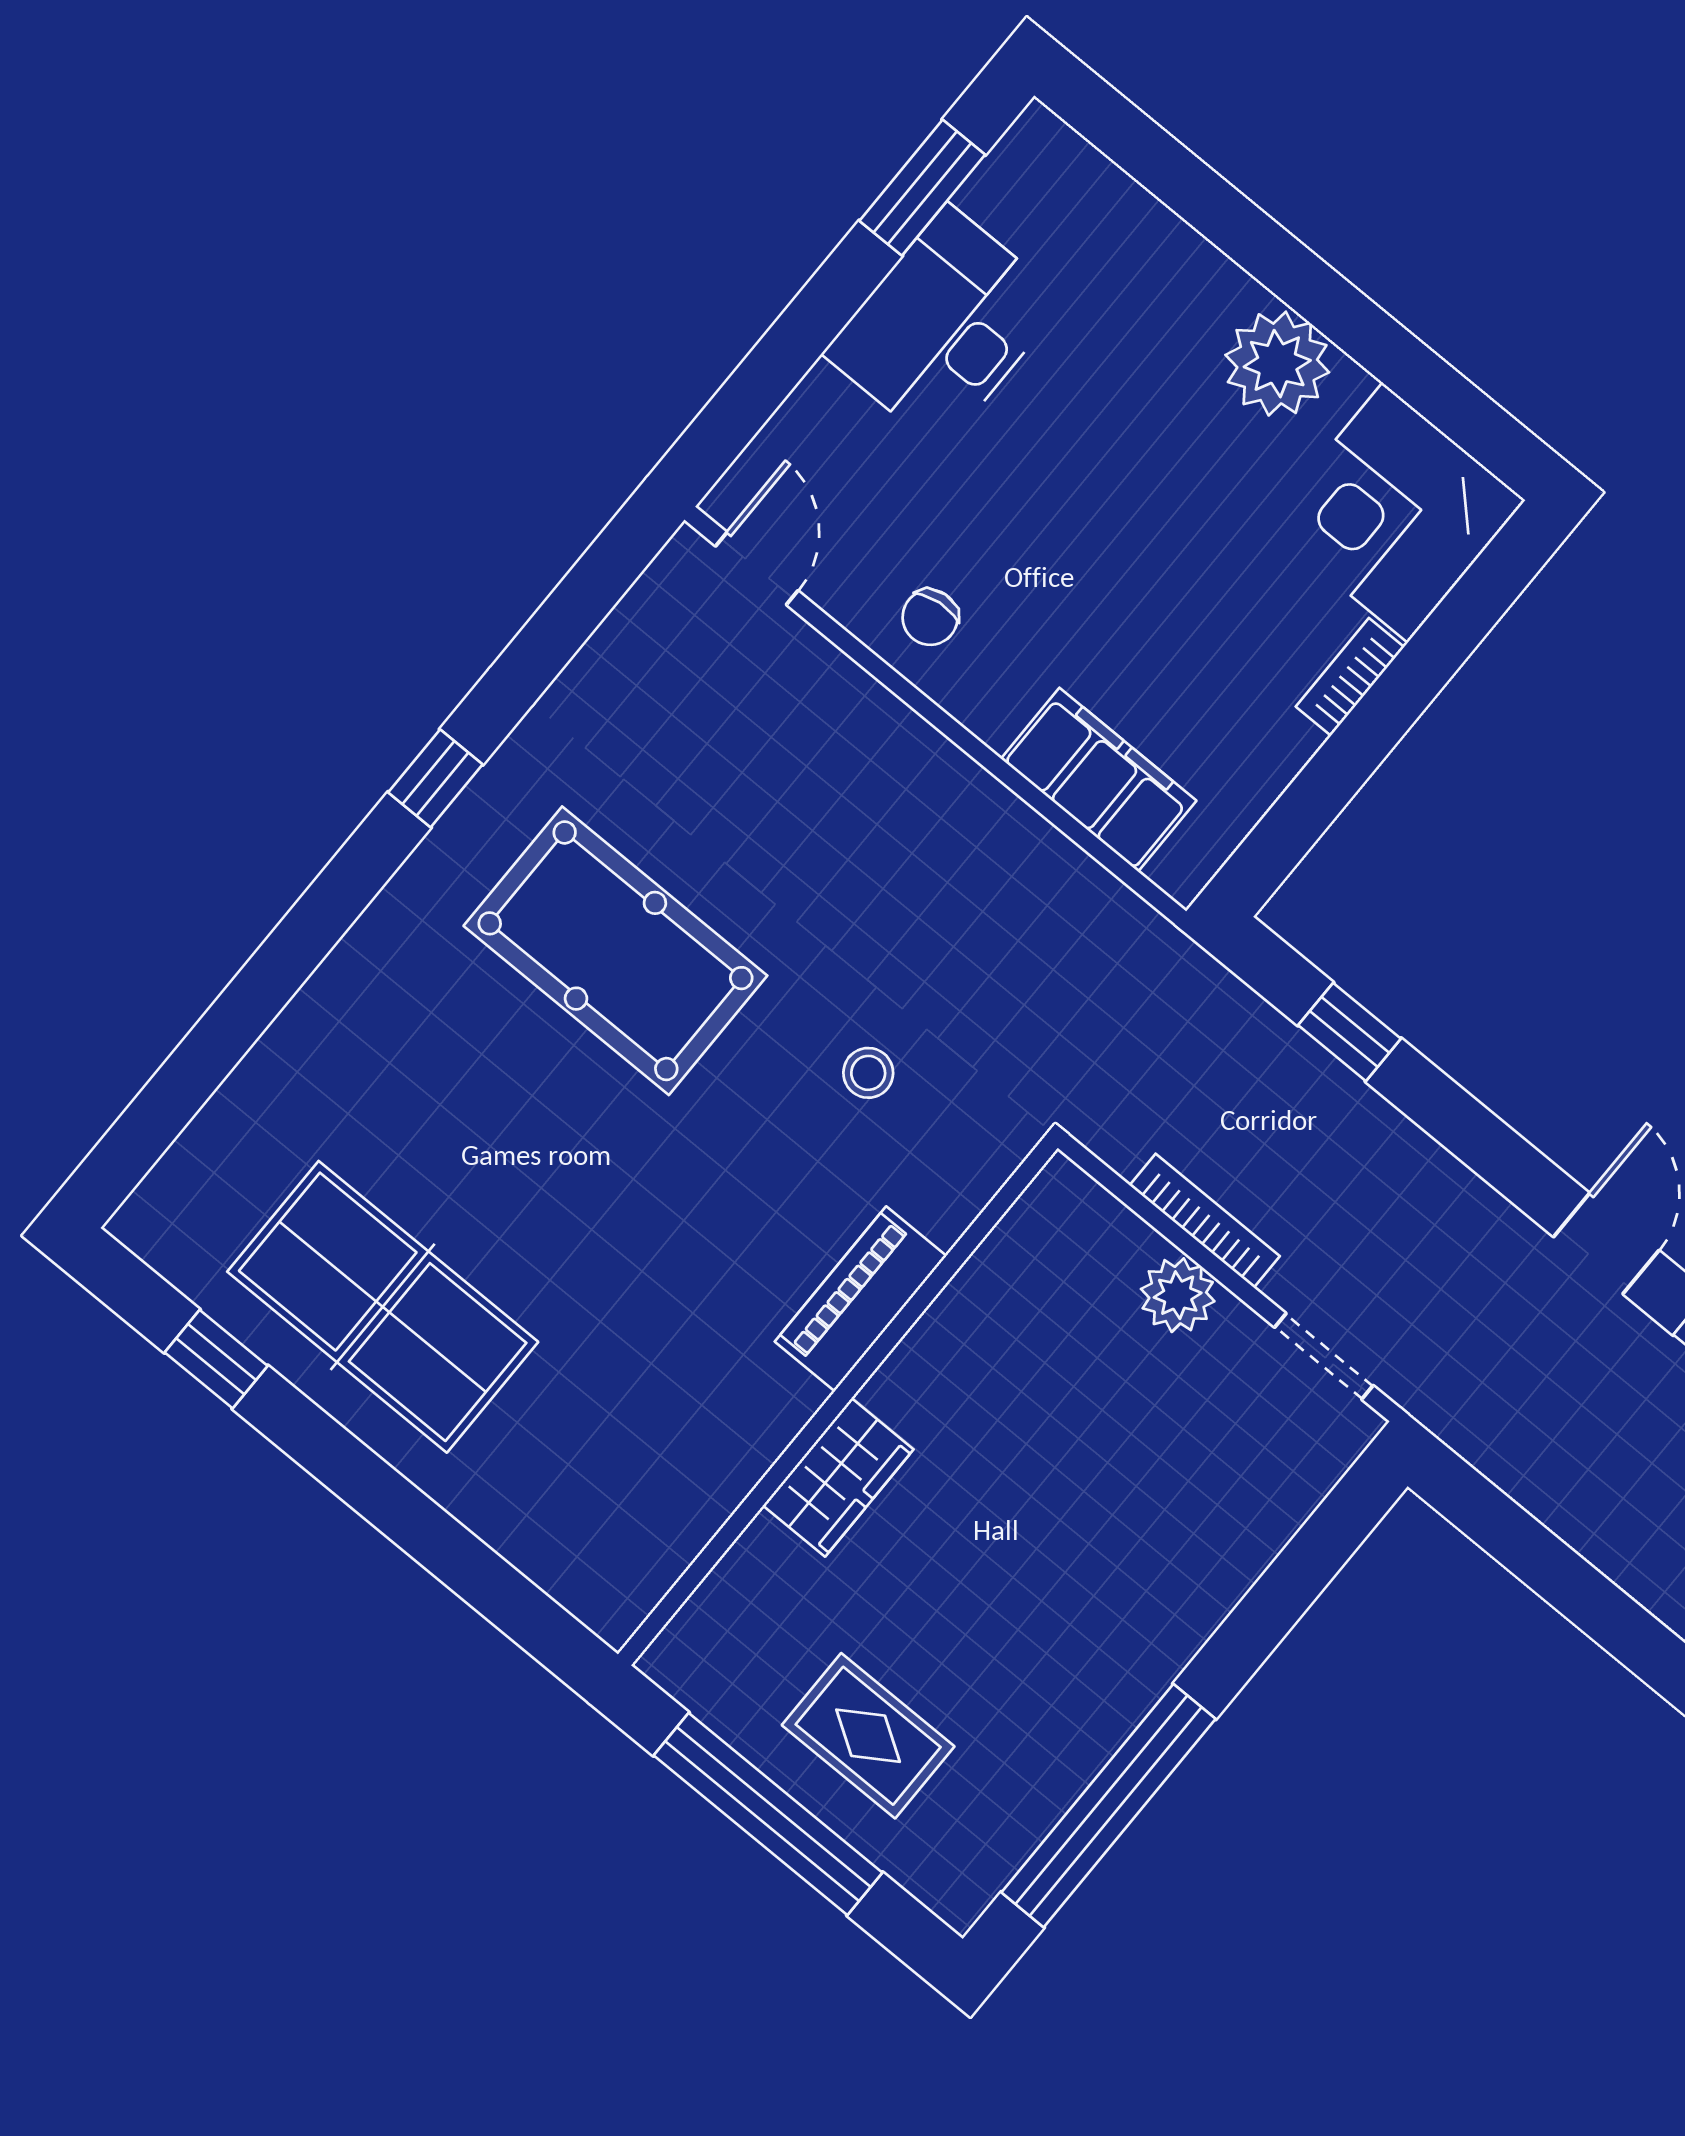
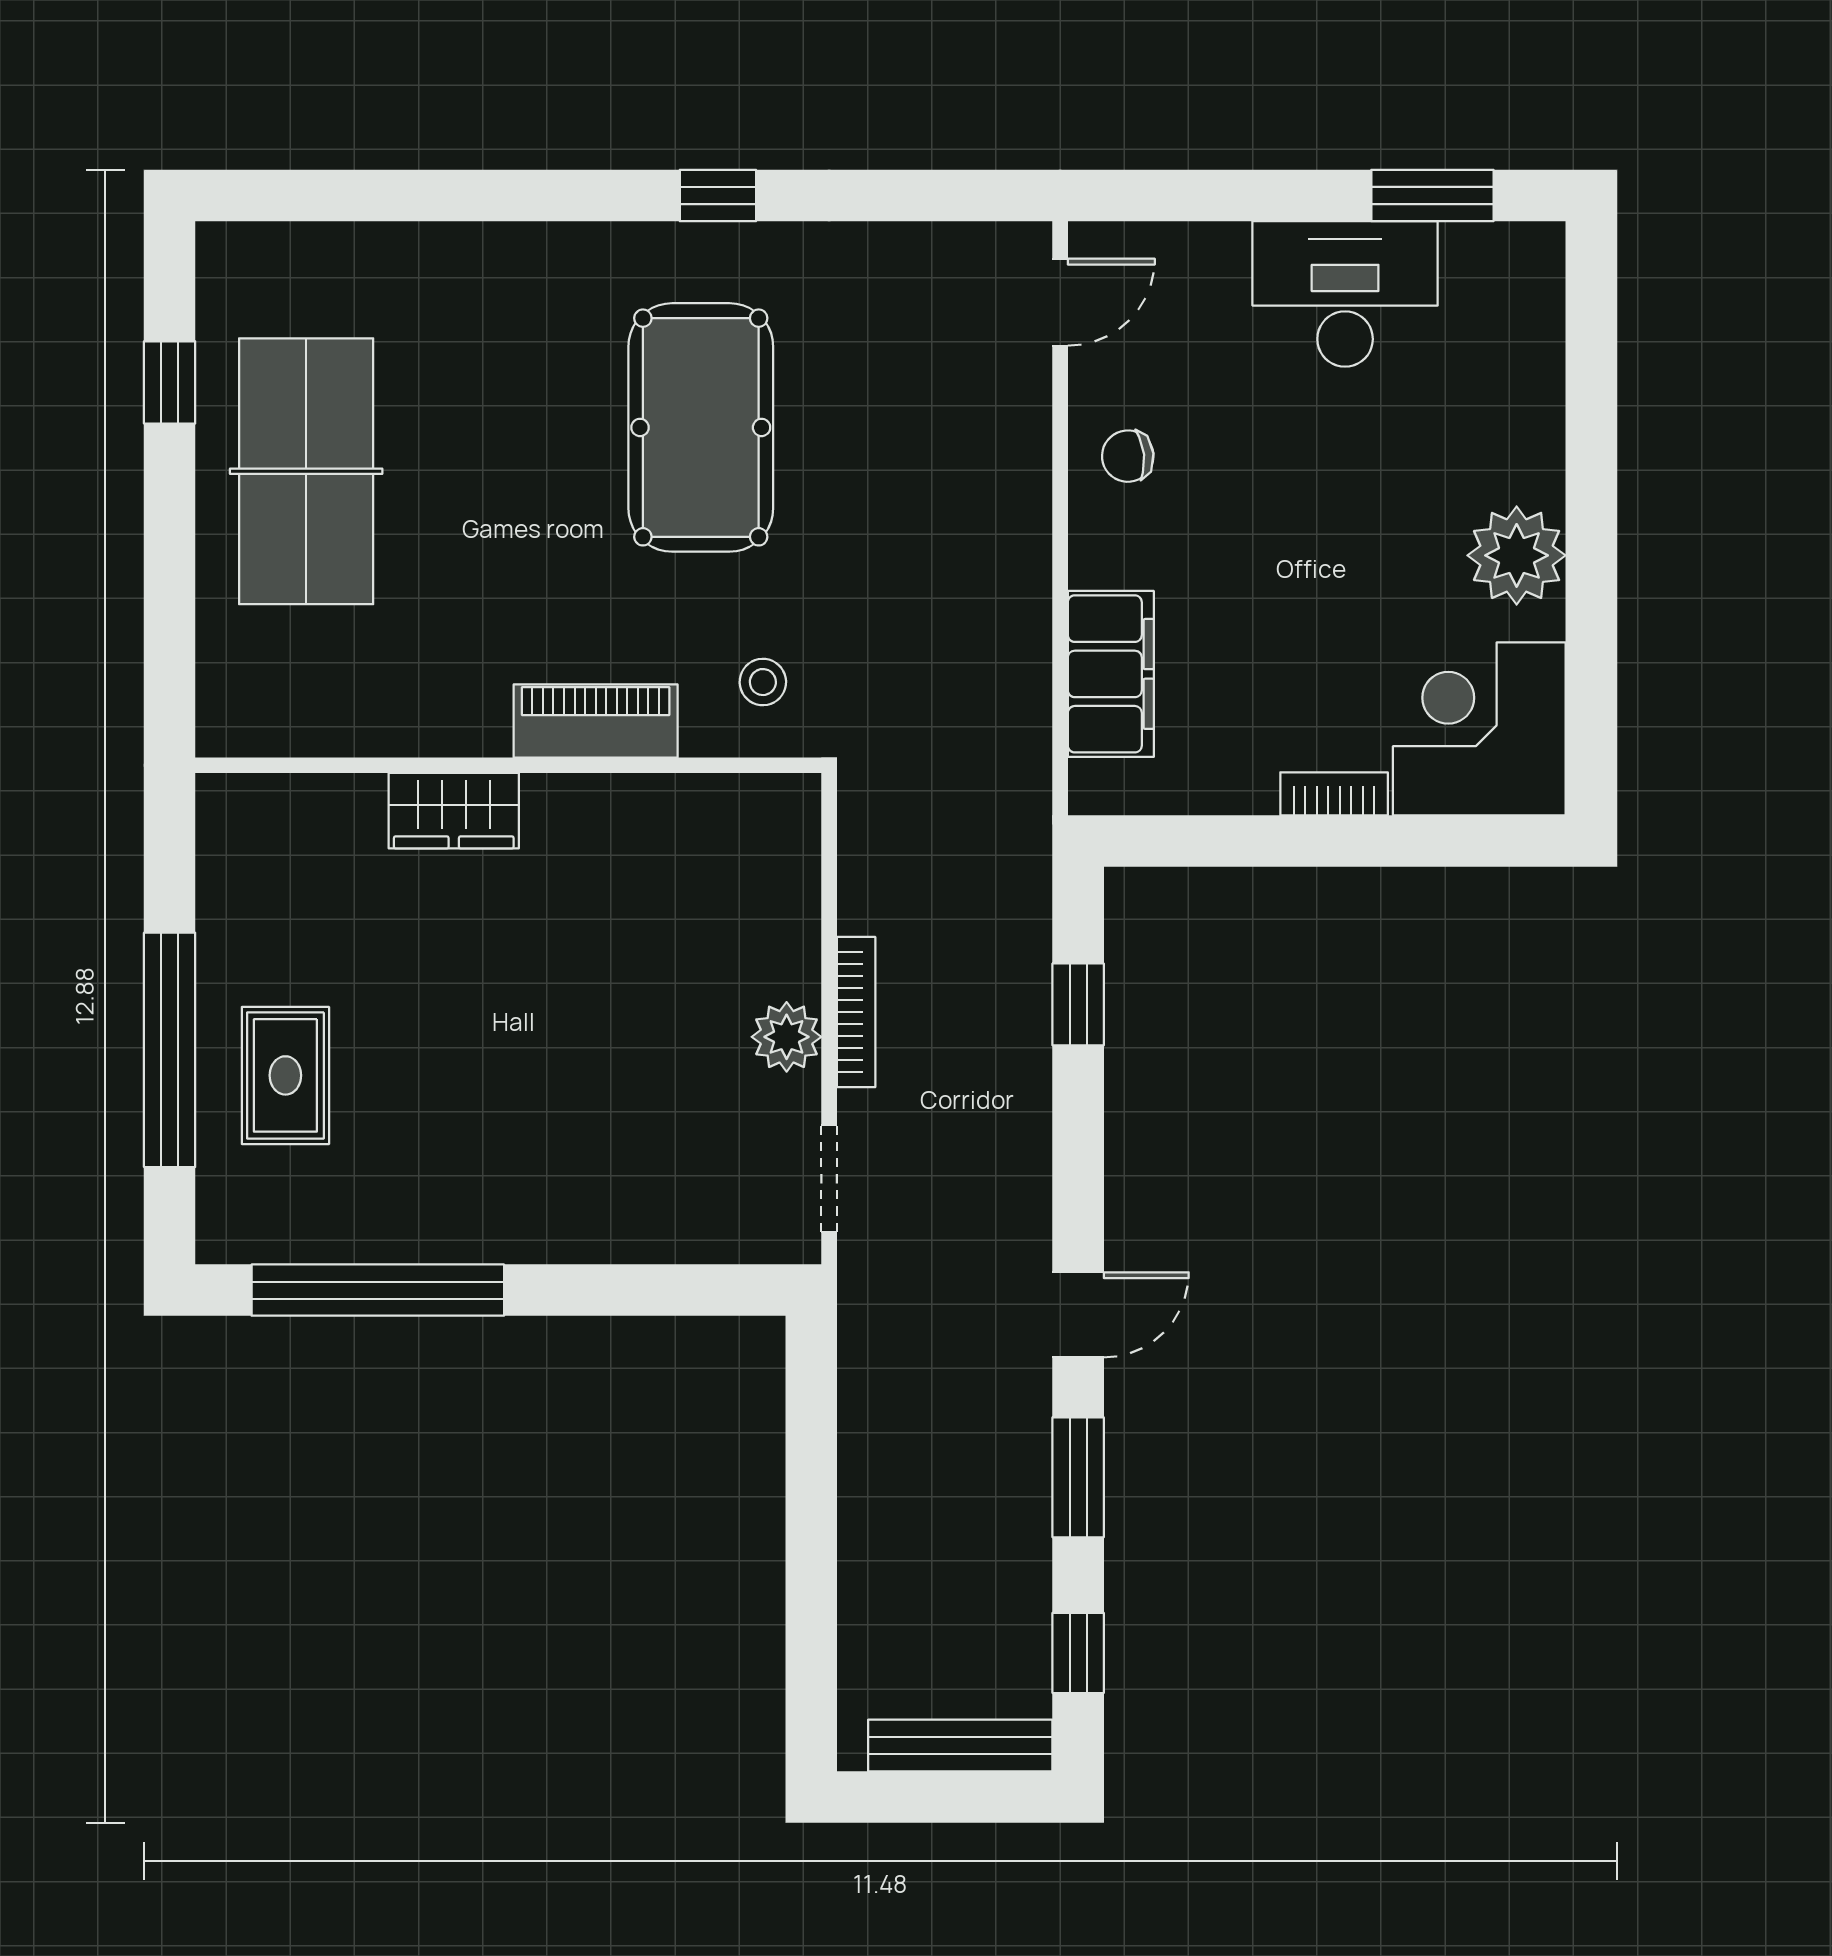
piano: (861, 1299) -> (596, 721), moved
wall: (838, 1401) -> (508, 765), moved
wardrobe: (838, 1477) -> (454, 811), moved

